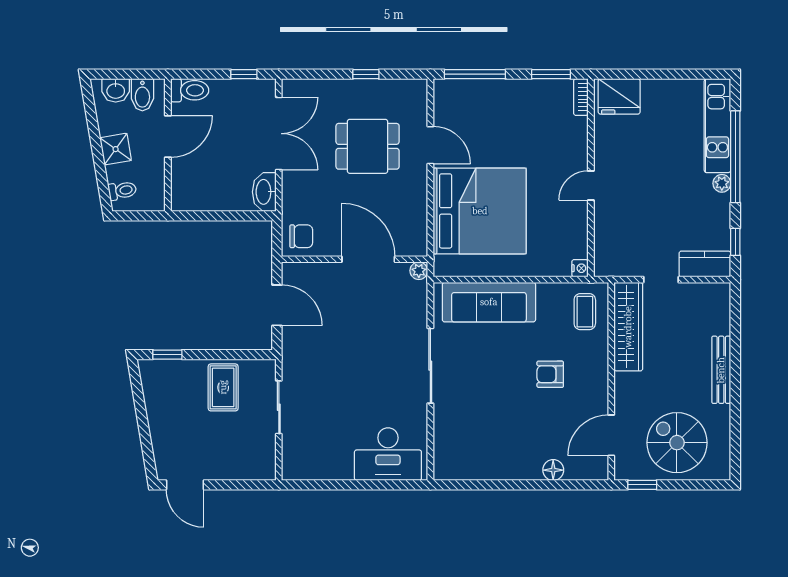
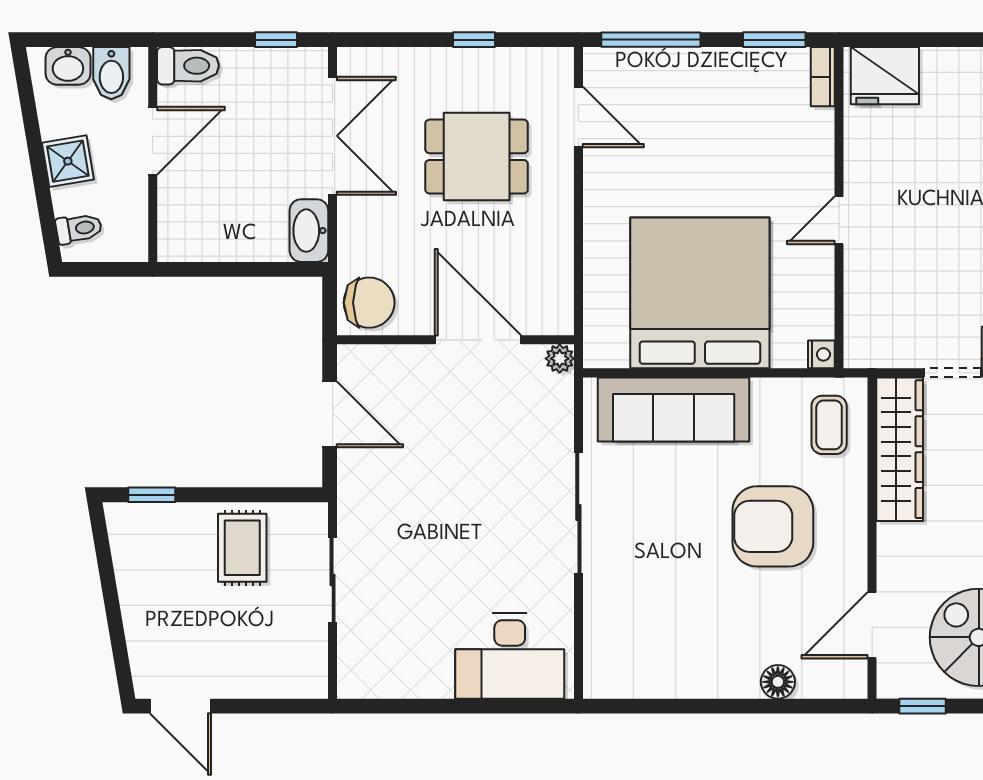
door: (430, 145) -> (578, 117), moved
bed: (480, 211) -> (700, 293), moved, turned -90
chair: (301, 236) -> (369, 303), width x1.37, depth x1.37
armchair: (550, 374) -> (773, 526), width x1.88, depth x1.88

